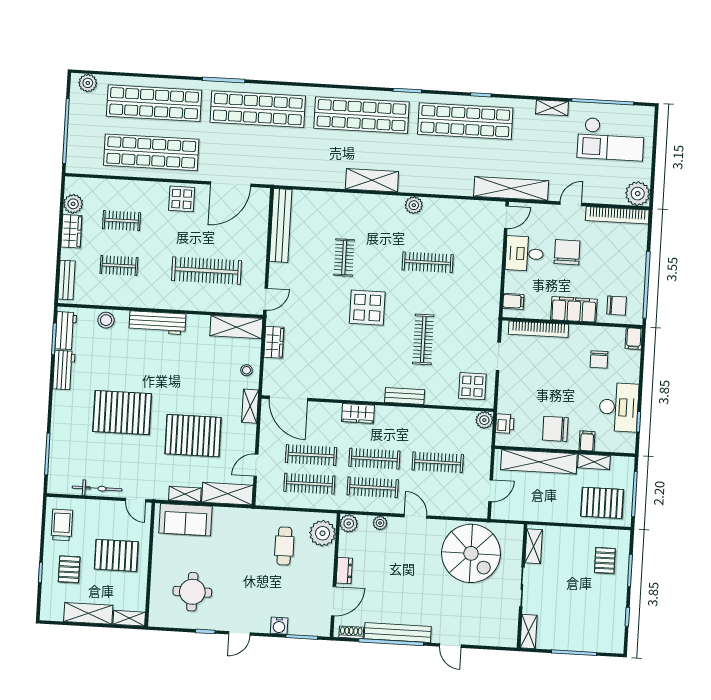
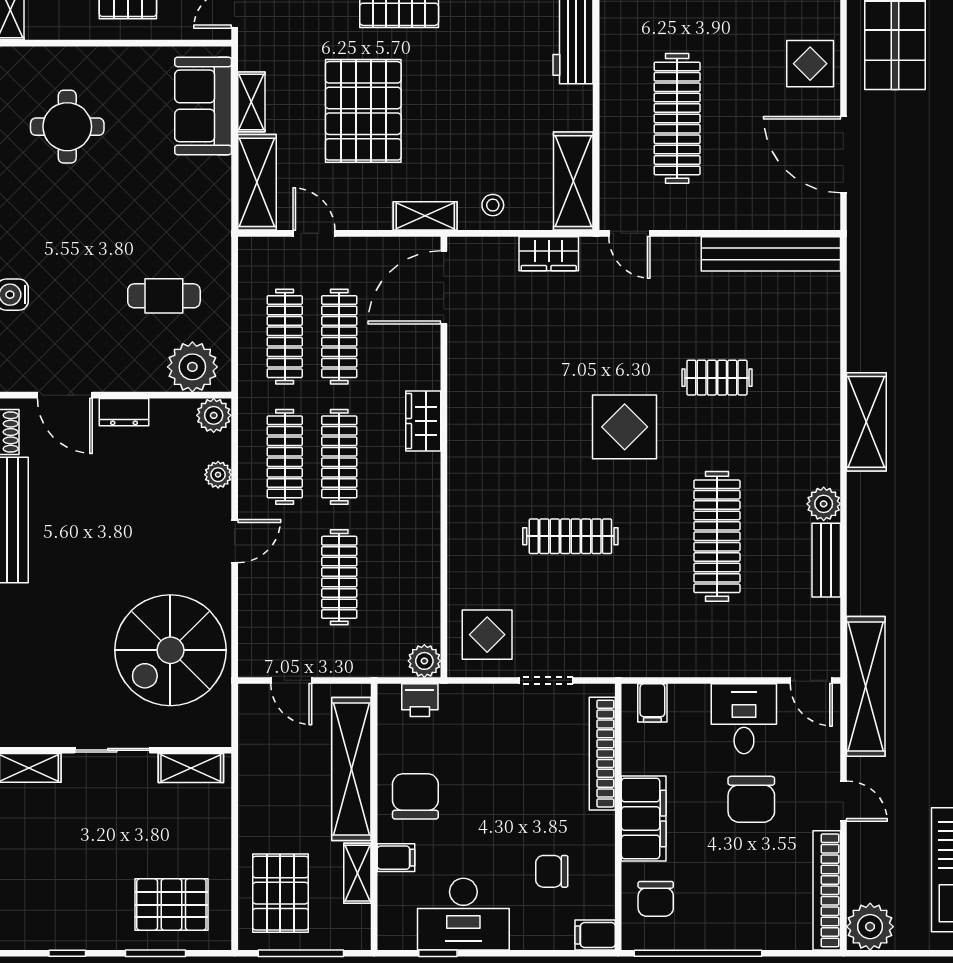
chair: (567, 252) -> (751, 799), turned 90
clothes rail: (428, 262) -> (717, 536), width x1.37, depth x1.31
bench: (405, 396) -> (826, 560), moved
pallet: (605, 561) -> (171, 905), width x1.50, depth x1.42

